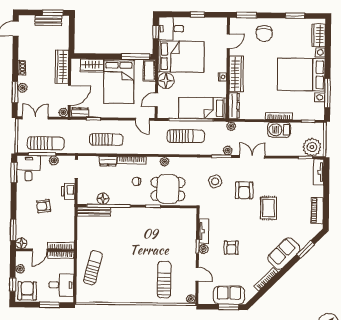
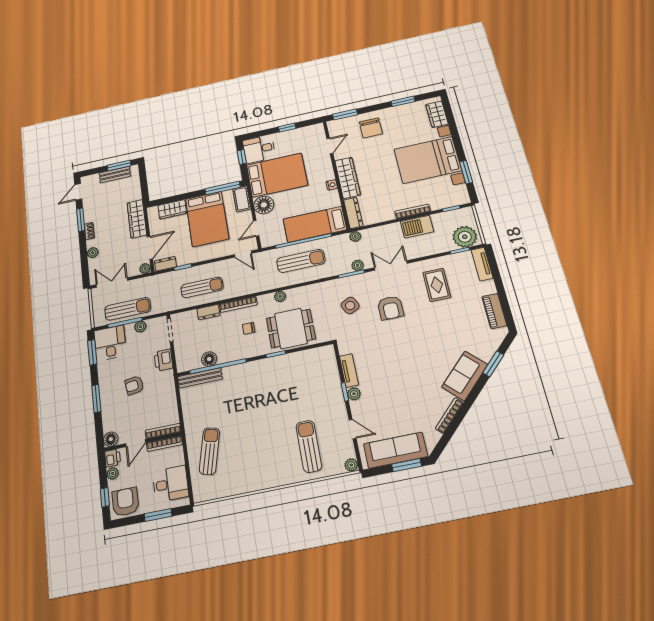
window: (15, 92) -> (81, 220), moved
window: (327, 93) -> (466, 172), width x0.69
rug: (269, 208) -> (437, 285), moved
window: (13, 230) -> (96, 399), moved
armchair: (231, 248) -> (391, 384), removed
printer: (21, 257) -> (113, 458), added
sofa: (229, 295) -> (396, 450), width x1.36

